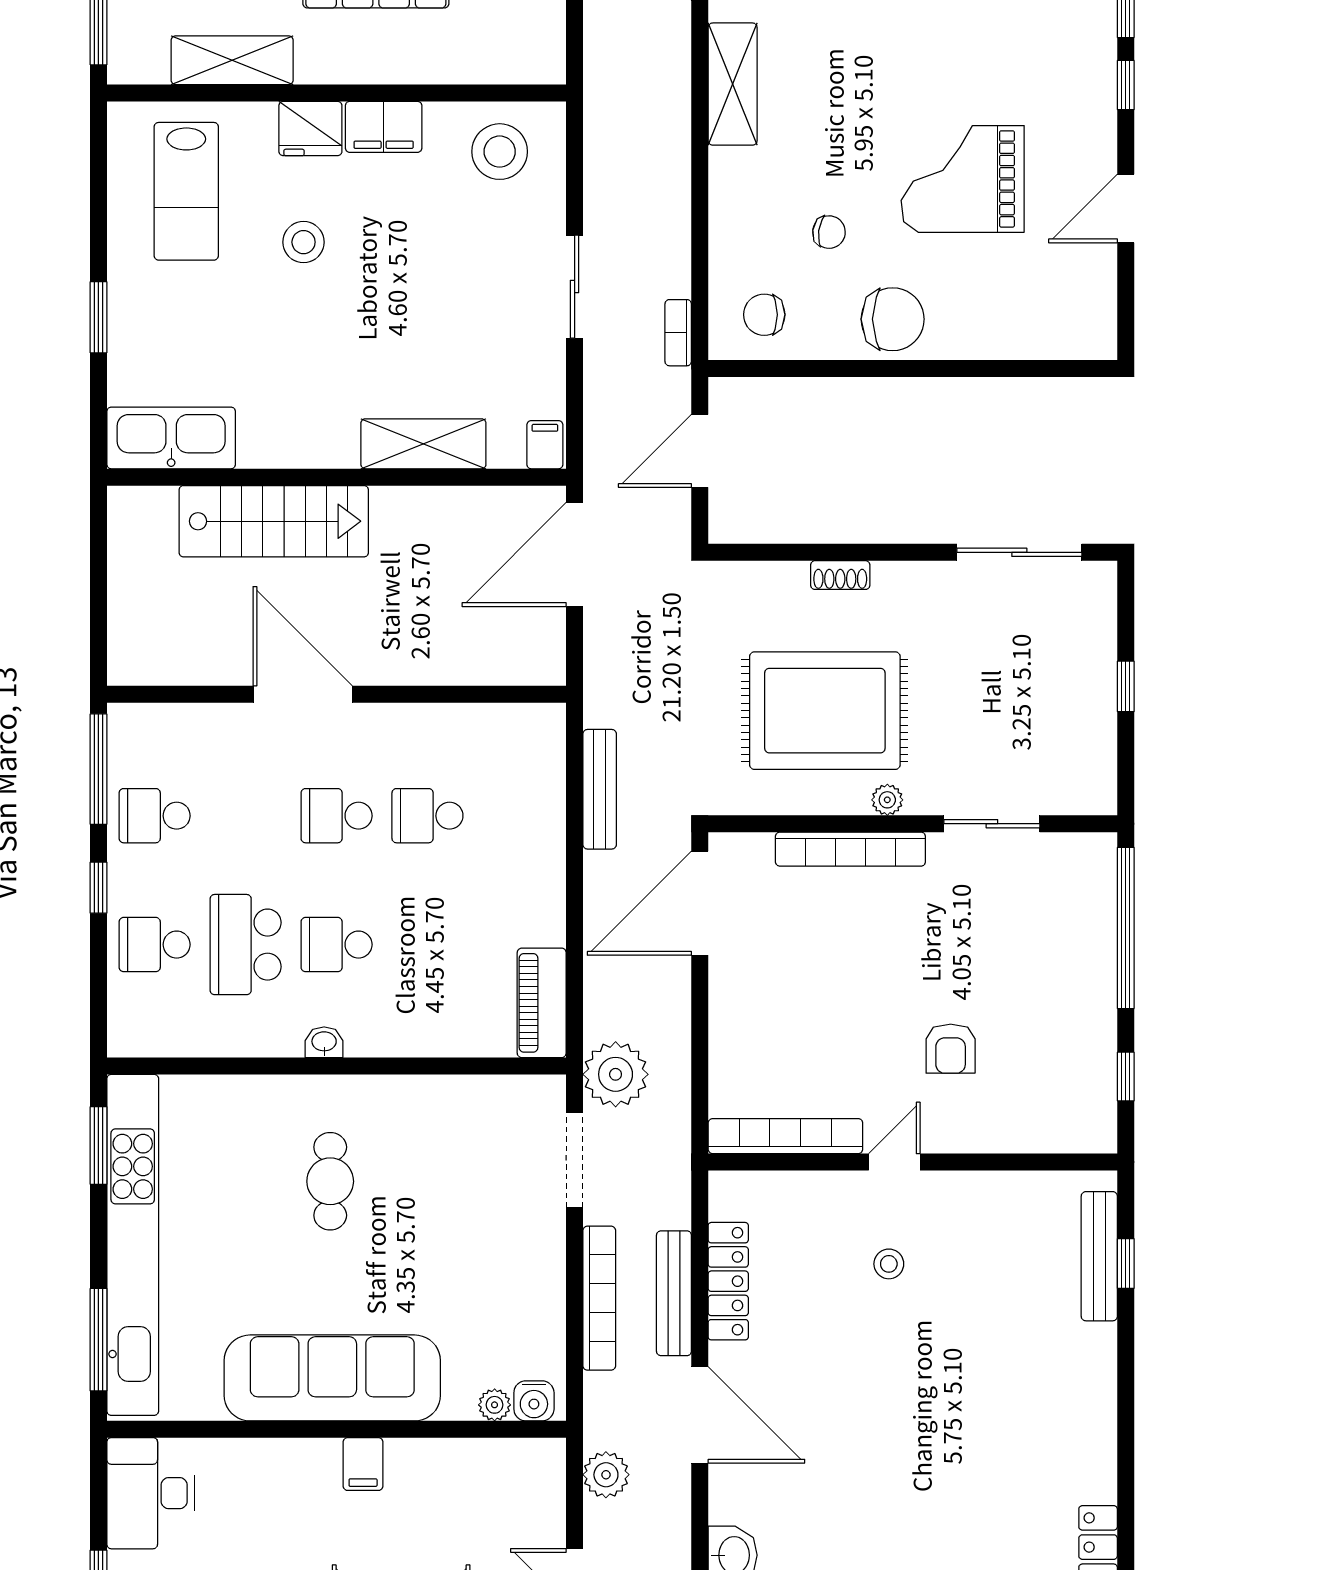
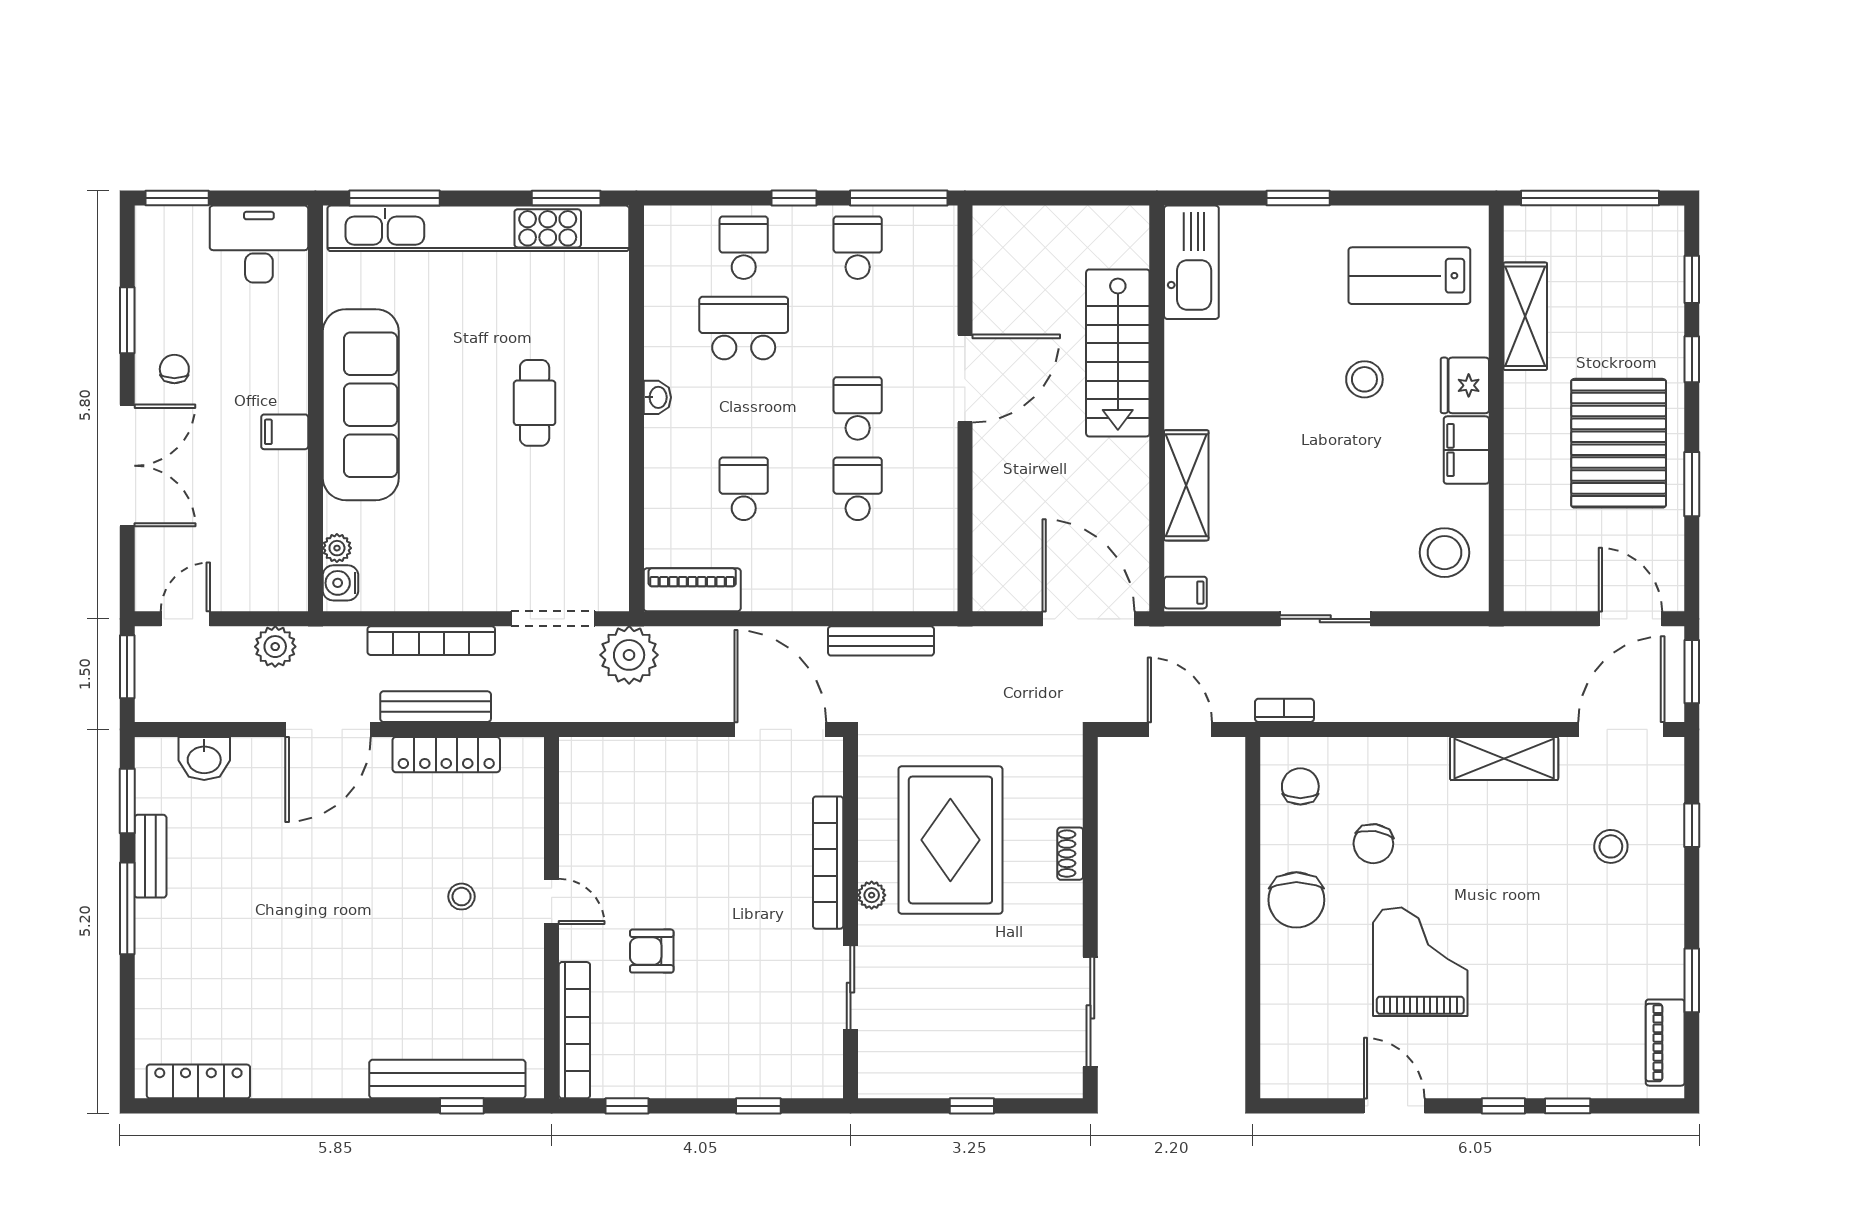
chair: (829, 232) -> (1373, 844), width x1.37, depth x1.37
window: (1126, 928) -> (758, 1106), width x0.32
school desk: (337, 945) -> (744, 489), moved
bookcase: (785, 1136) -> (574, 1030), moved
cafe table: (330, 1181) -> (535, 403), turned 90
bench: (1099, 1256) -> (447, 1079), width x1.37, depth x1.21

